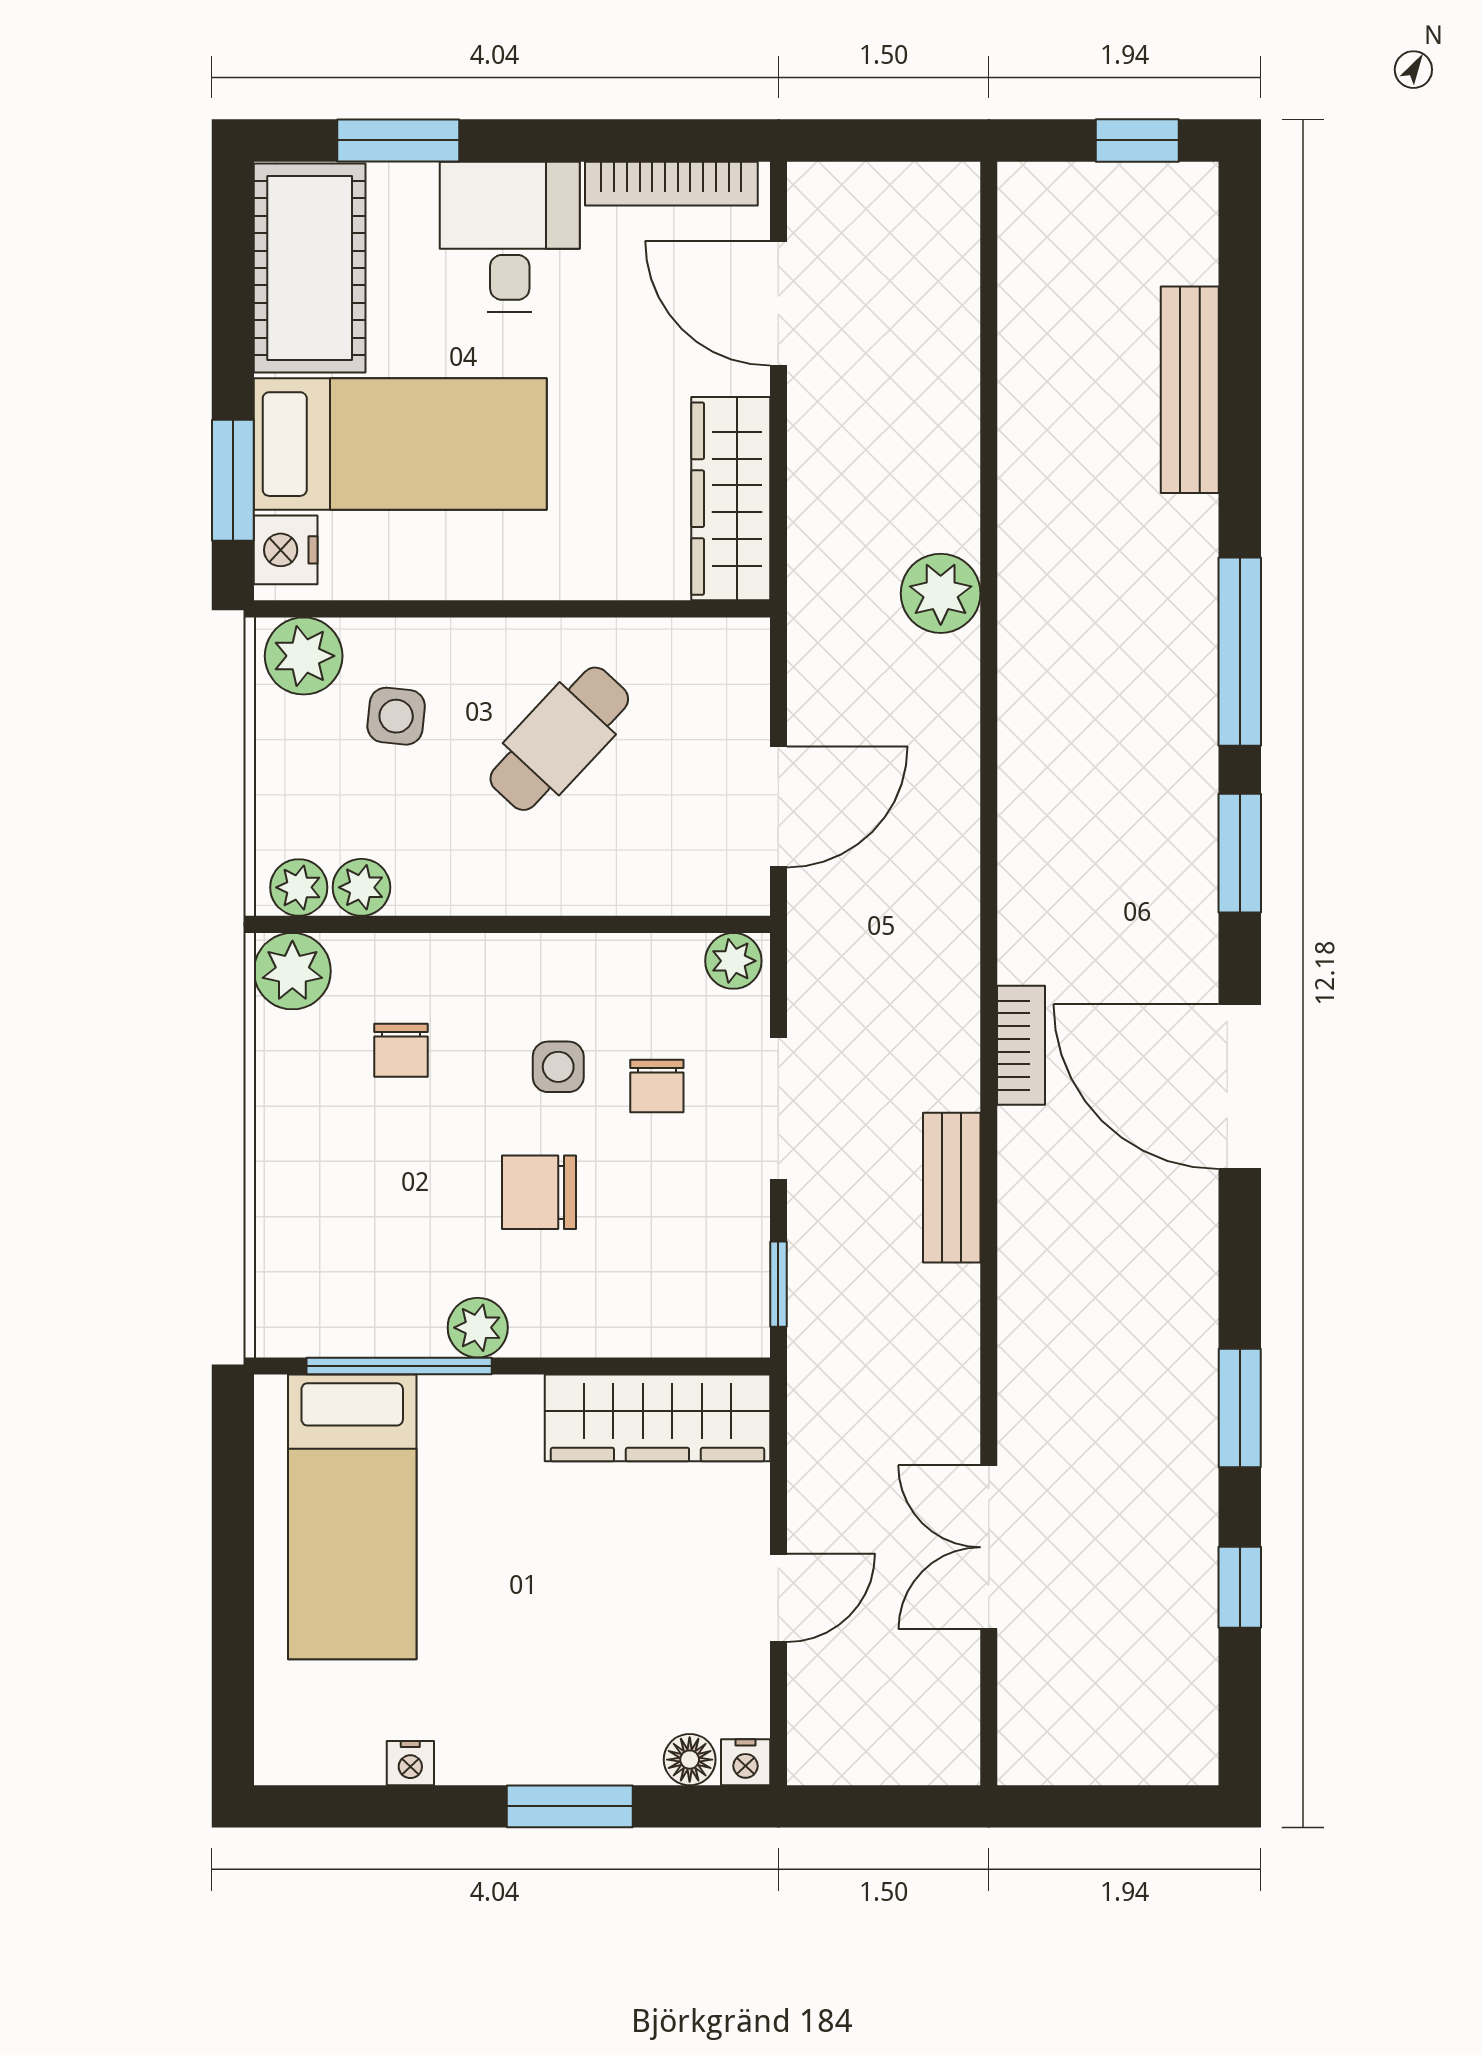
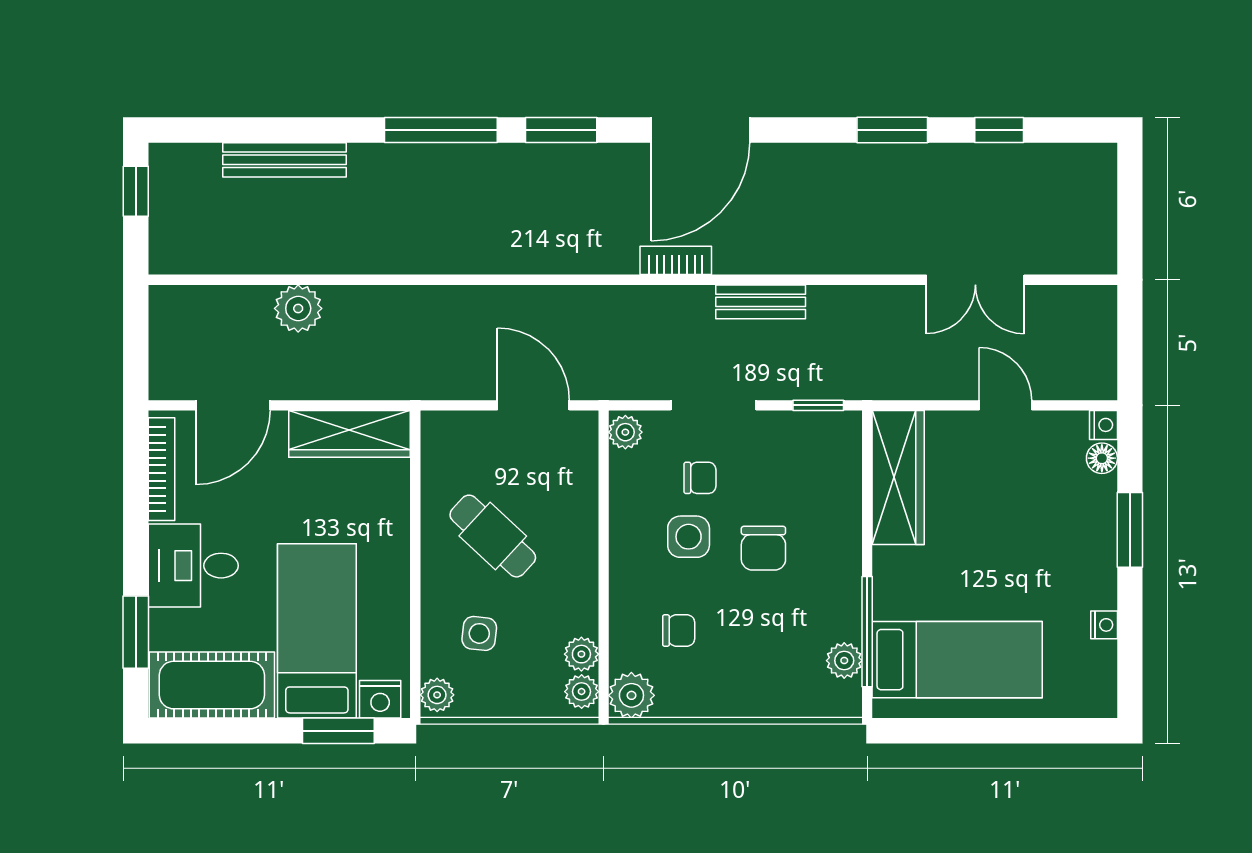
plant: (941, 593) -> (298, 308), moved
plant: (304, 656) -> (437, 695), width x0.73, depth x0.73
side table: (558, 1067) -> (689, 537), width x1.37, depth x1.37
plant: (478, 1328) -> (844, 661), moved

